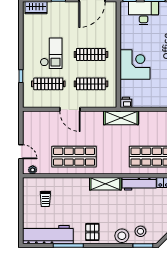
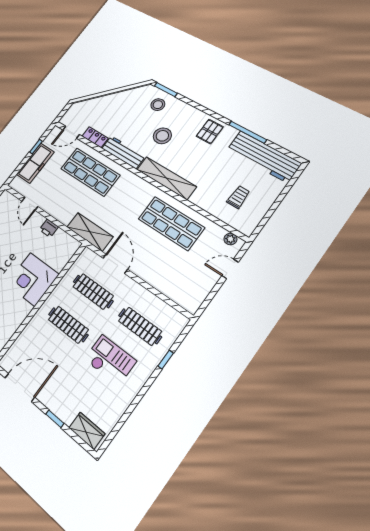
checkout: (51, 53) -> (110, 360), turned 90
printer: (126, 102) -> (49, 228), moved
door: (70, 109) -> (115, 264), moved
door: (21, 152) -> (230, 269), hinge flipped
shelving: (105, 184) -> (166, 178), width x1.47
stool: (122, 236) -> (162, 136), moved

